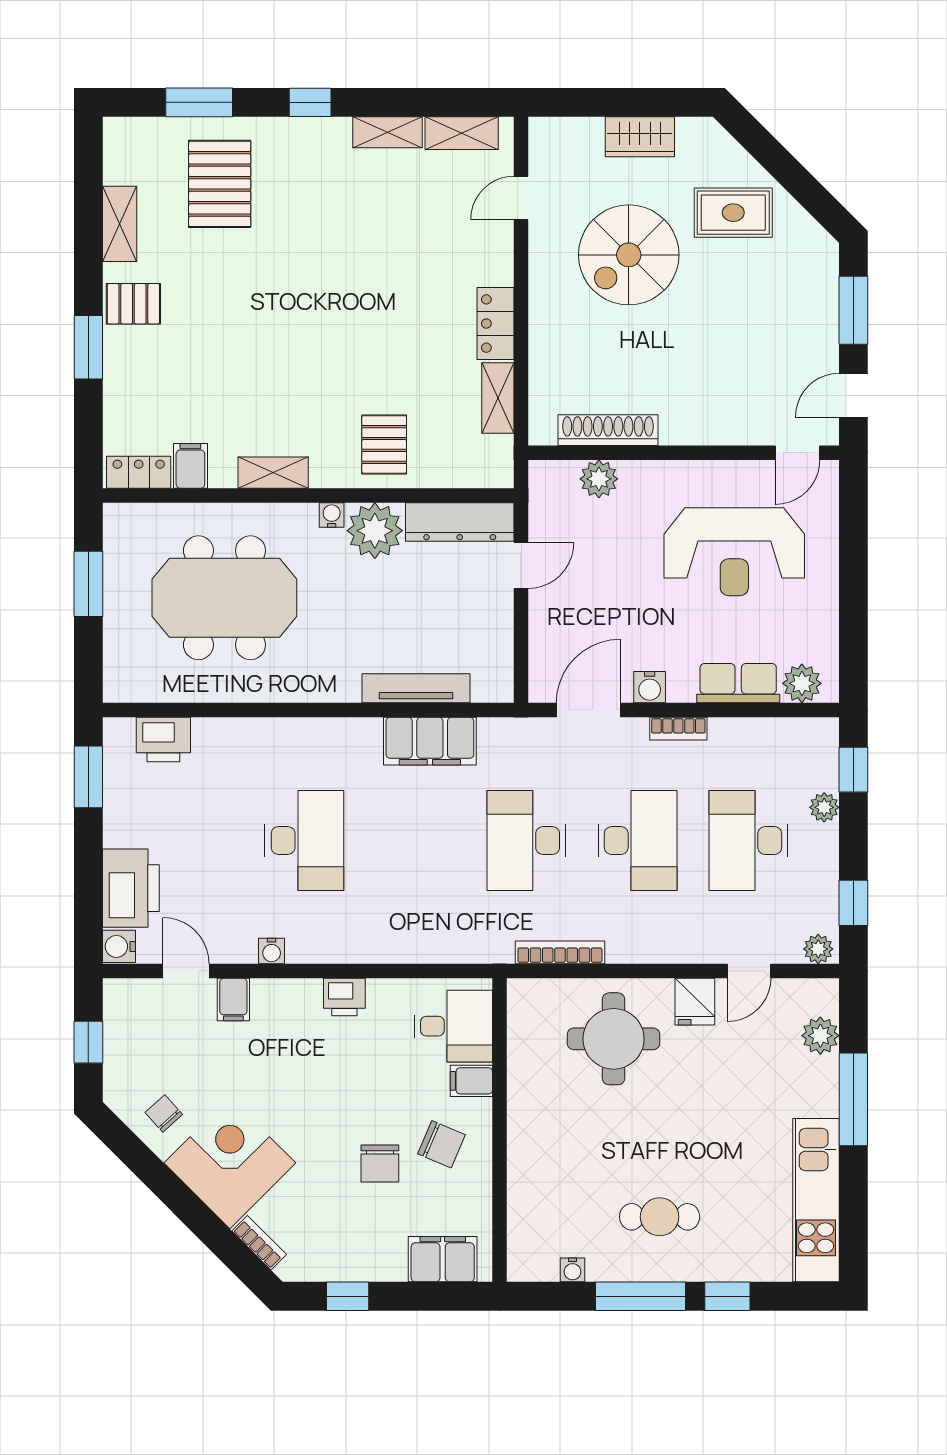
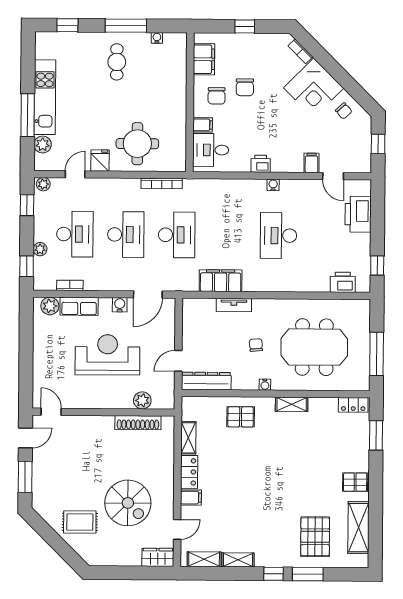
window: (199, 102) -> (308, 574), moved
wardrobe: (640, 137) -> (158, 557), moved
shelving: (120, 224) -> (358, 527), width x1.50, depth x1.33
spiral stairs: (629, 255) -> (128, 503), turned 90
window: (88, 347) -> (376, 435), moved
pallet: (384, 444) -> (241, 417), turned 90
door: (797, 453) -> (51, 412), hinge flipped
filing cabinet: (190, 466) -> (191, 498), moved, turned -90
plant: (375, 531) -> (245, 377), removed
reception desk: (734, 552) -> (108, 355), moved
window: (88, 584) -> (377, 354), width x1.44
chair: (352, 601) -> (256, 345), added
tv unit: (416, 688) -> (234, 305), width x0.71
bookcase: (678, 729) -> (70, 285), moved
window: (88, 777) -> (377, 265), width x0.67
desk: (637, 841) -> (126, 234), turned 180
water cooler: (119, 946) -> (364, 188), removed
water cooler: (272, 951) -> (273, 185), moved
chair: (441, 1144) -> (217, 96), turned -113
chair: (380, 1163) -> (245, 87), turned 180
kitchen unit: (816, 1200) -> (45, 97), moved
cafe table: (660, 1217) -> (117, 62), turned 90
filing cabinet: (443, 1259) -> (204, 59), moved, turned -90
window: (348, 1296) -> (245, 26), moved
window: (727, 1296) -> (67, 25), moved

